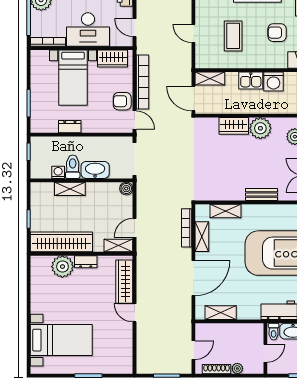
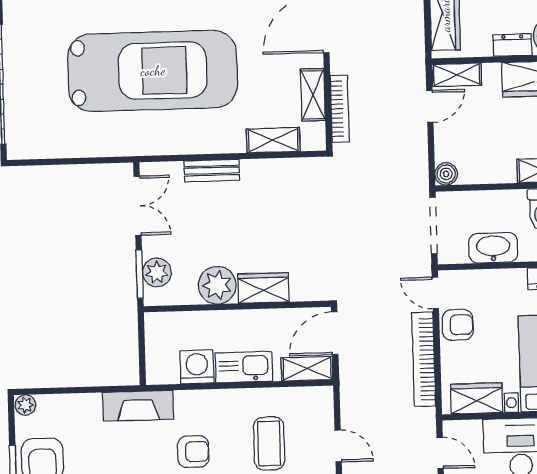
kitchen sink: (251, 80) -> (244, 367), width x1.38
door: (193, 99) -> (335, 333), swing flipped
washbasin: (95, 170) -> (493, 248), moved, turned 180

